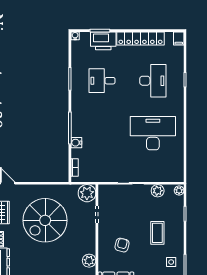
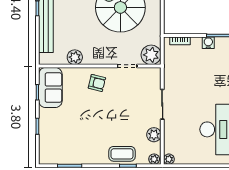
plant: (179, 177) -> (169, 159), added
coffee table: (157, 233) -> (122, 154), moved
armchair: (122, 245) -> (97, 83), moved
side table: (171, 262) -> (73, 150), removed

